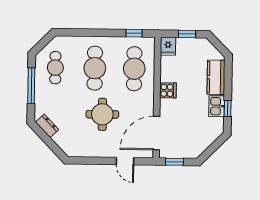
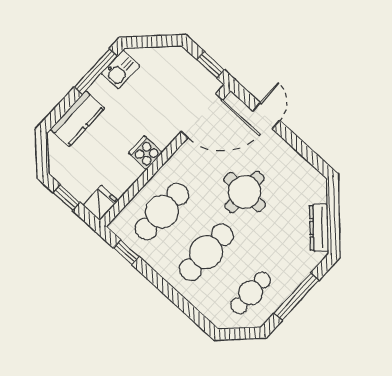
kitchen sink: (217, 106) -> (120, 69), moved
window: (228, 108) -> (96, 71), width x2.17
dresser: (47, 126) -> (319, 228), width x1.44

